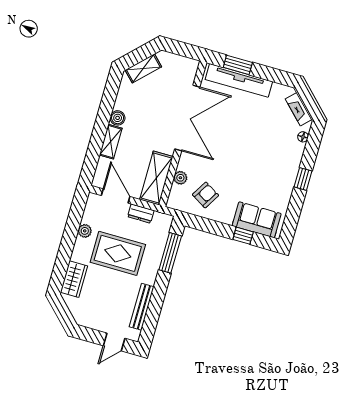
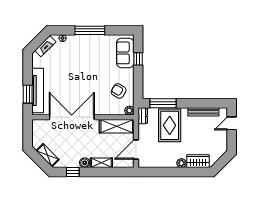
window: (109, 97) -> (73, 172), added
plant: (180, 178) -> (129, 111), moved
window: (303, 179) -> (90, 30), width x2.17
dresser: (141, 214) -> (143, 116), moved
plant: (85, 231) -> (181, 163), moved
rug: (118, 253) -> (170, 125), moved
door: (114, 342) -> (232, 123), swing flipped

